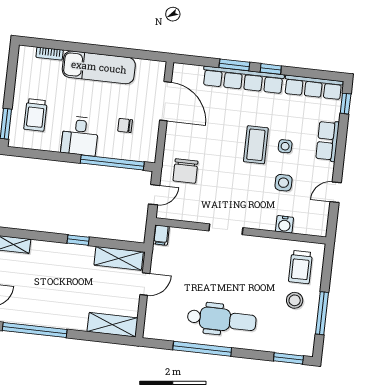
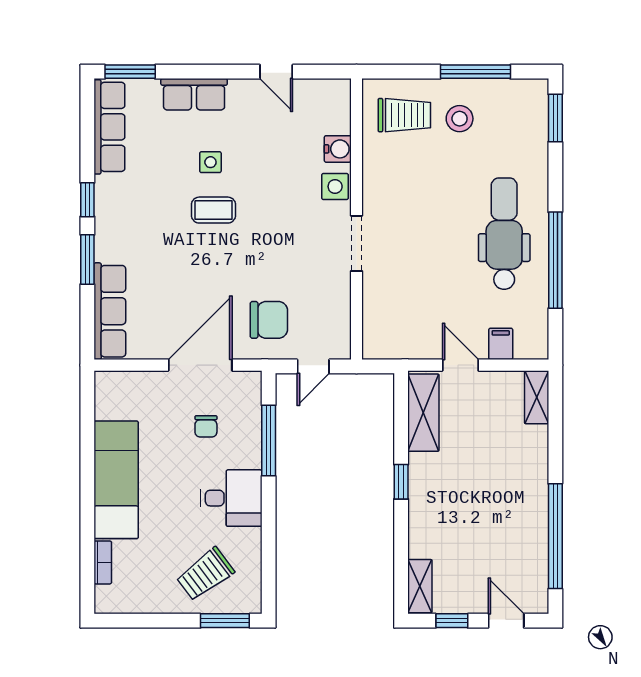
row of seats: (243, 80) -> (110, 311), moved, width x0.73
door: (165, 101) -> (200, 365), moved
window: (346, 104) -> (130, 72), width x1.50
trolley: (35, 115) -> (205, 574), turned 143
coffee table: (256, 145) -> (213, 210), width x0.73, depth x0.77
window: (112, 163) -> (269, 441), width x0.68
side table: (283, 183) -> (335, 187), moved
door: (154, 195) -> (313, 366), swing flipped
filing cabinet: (161, 235) -> (501, 344), moved, turned -90
shelving: (112, 325) -> (537, 397), width x0.67, depth x0.75

